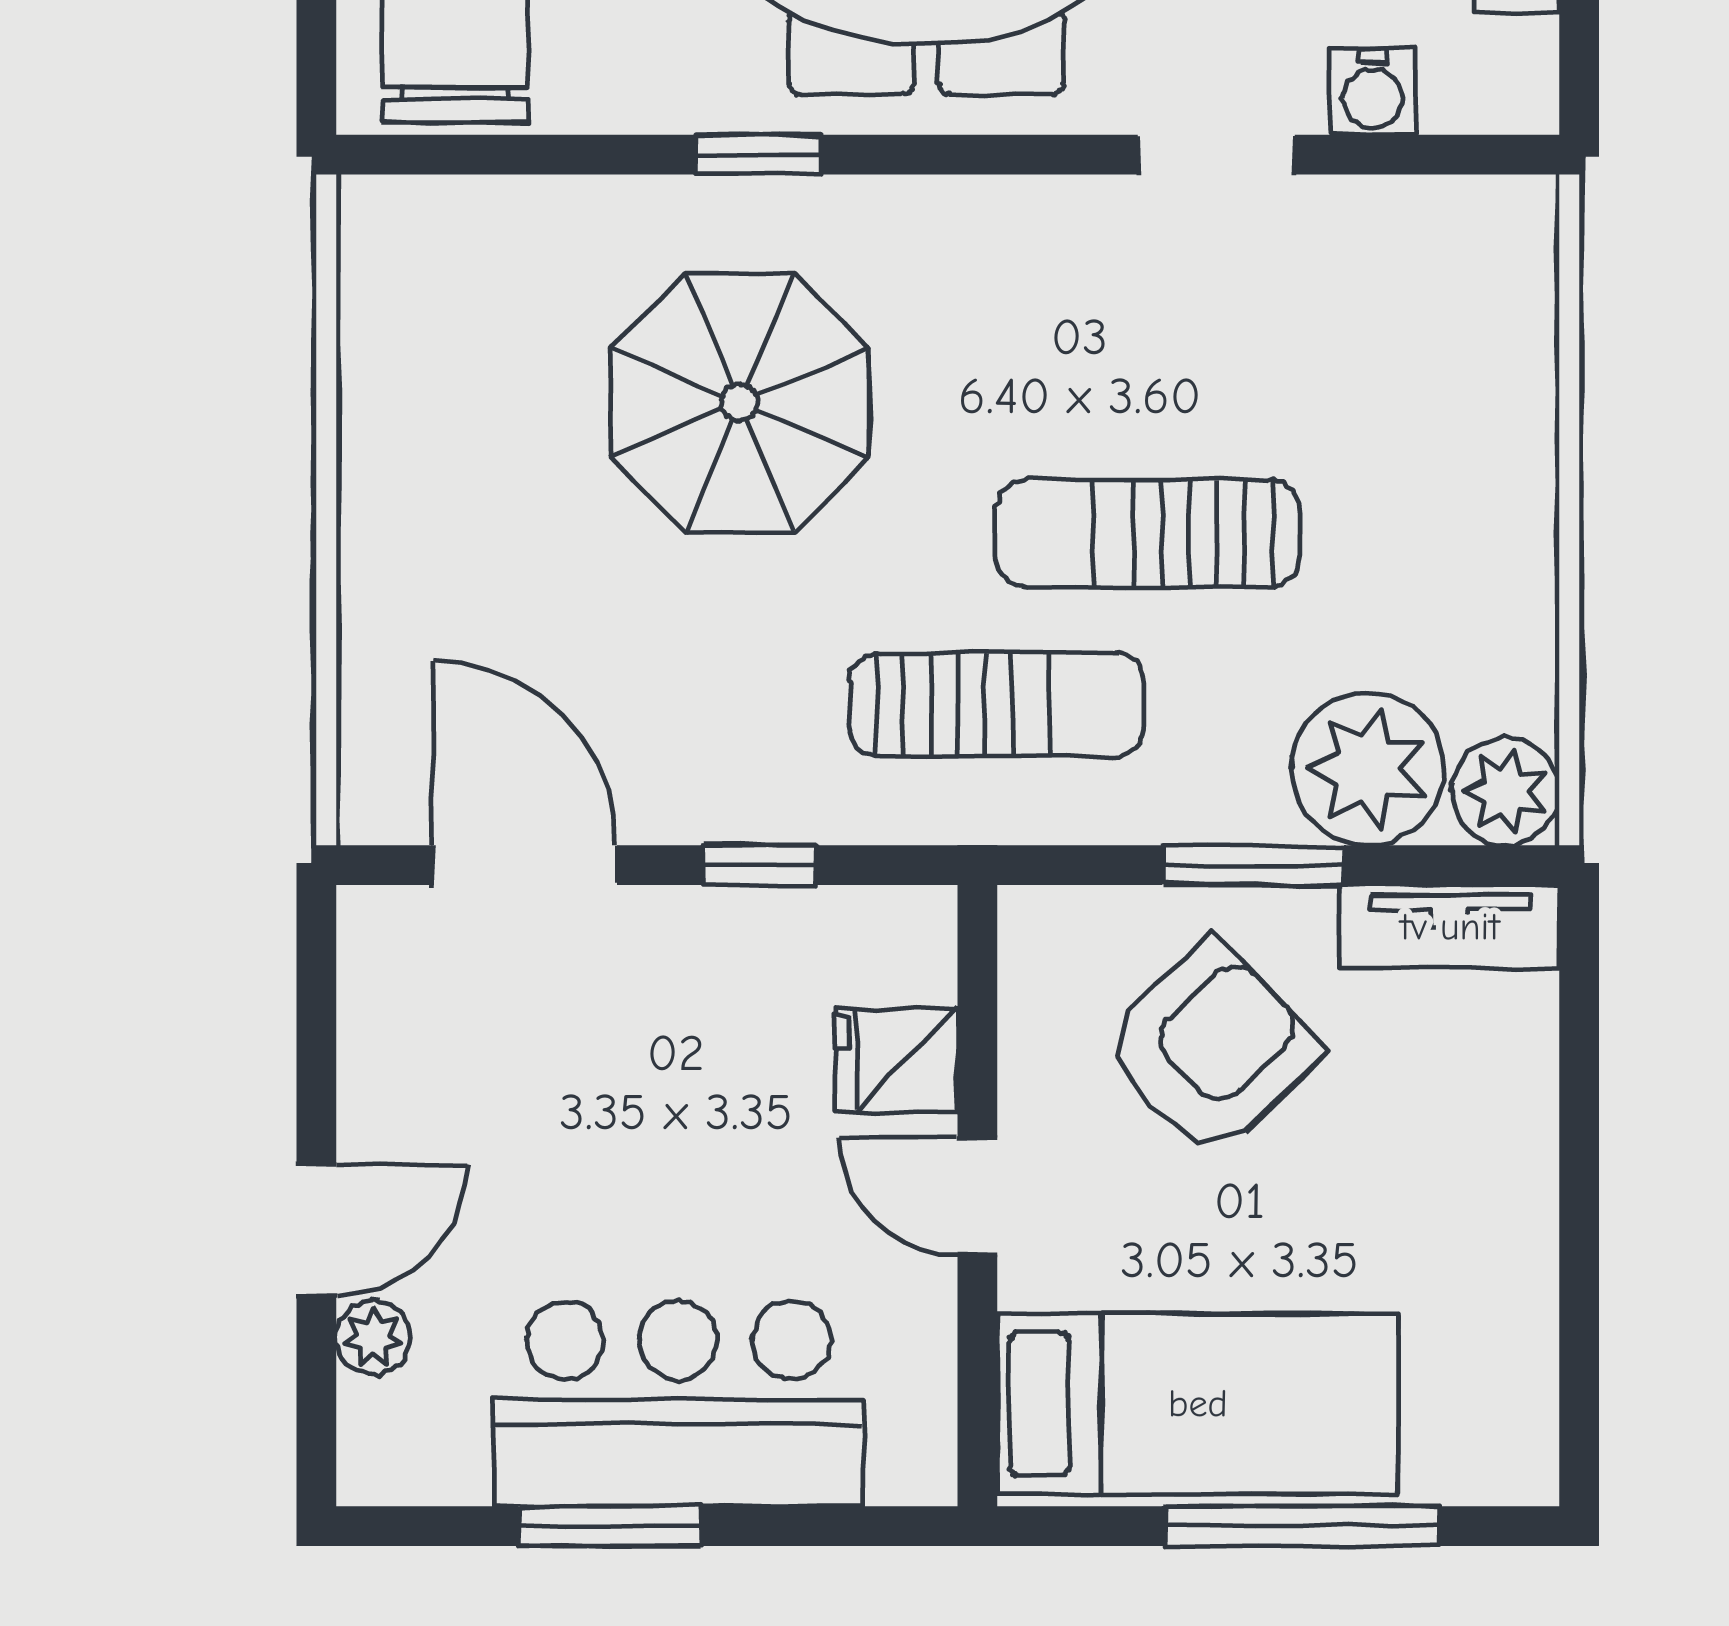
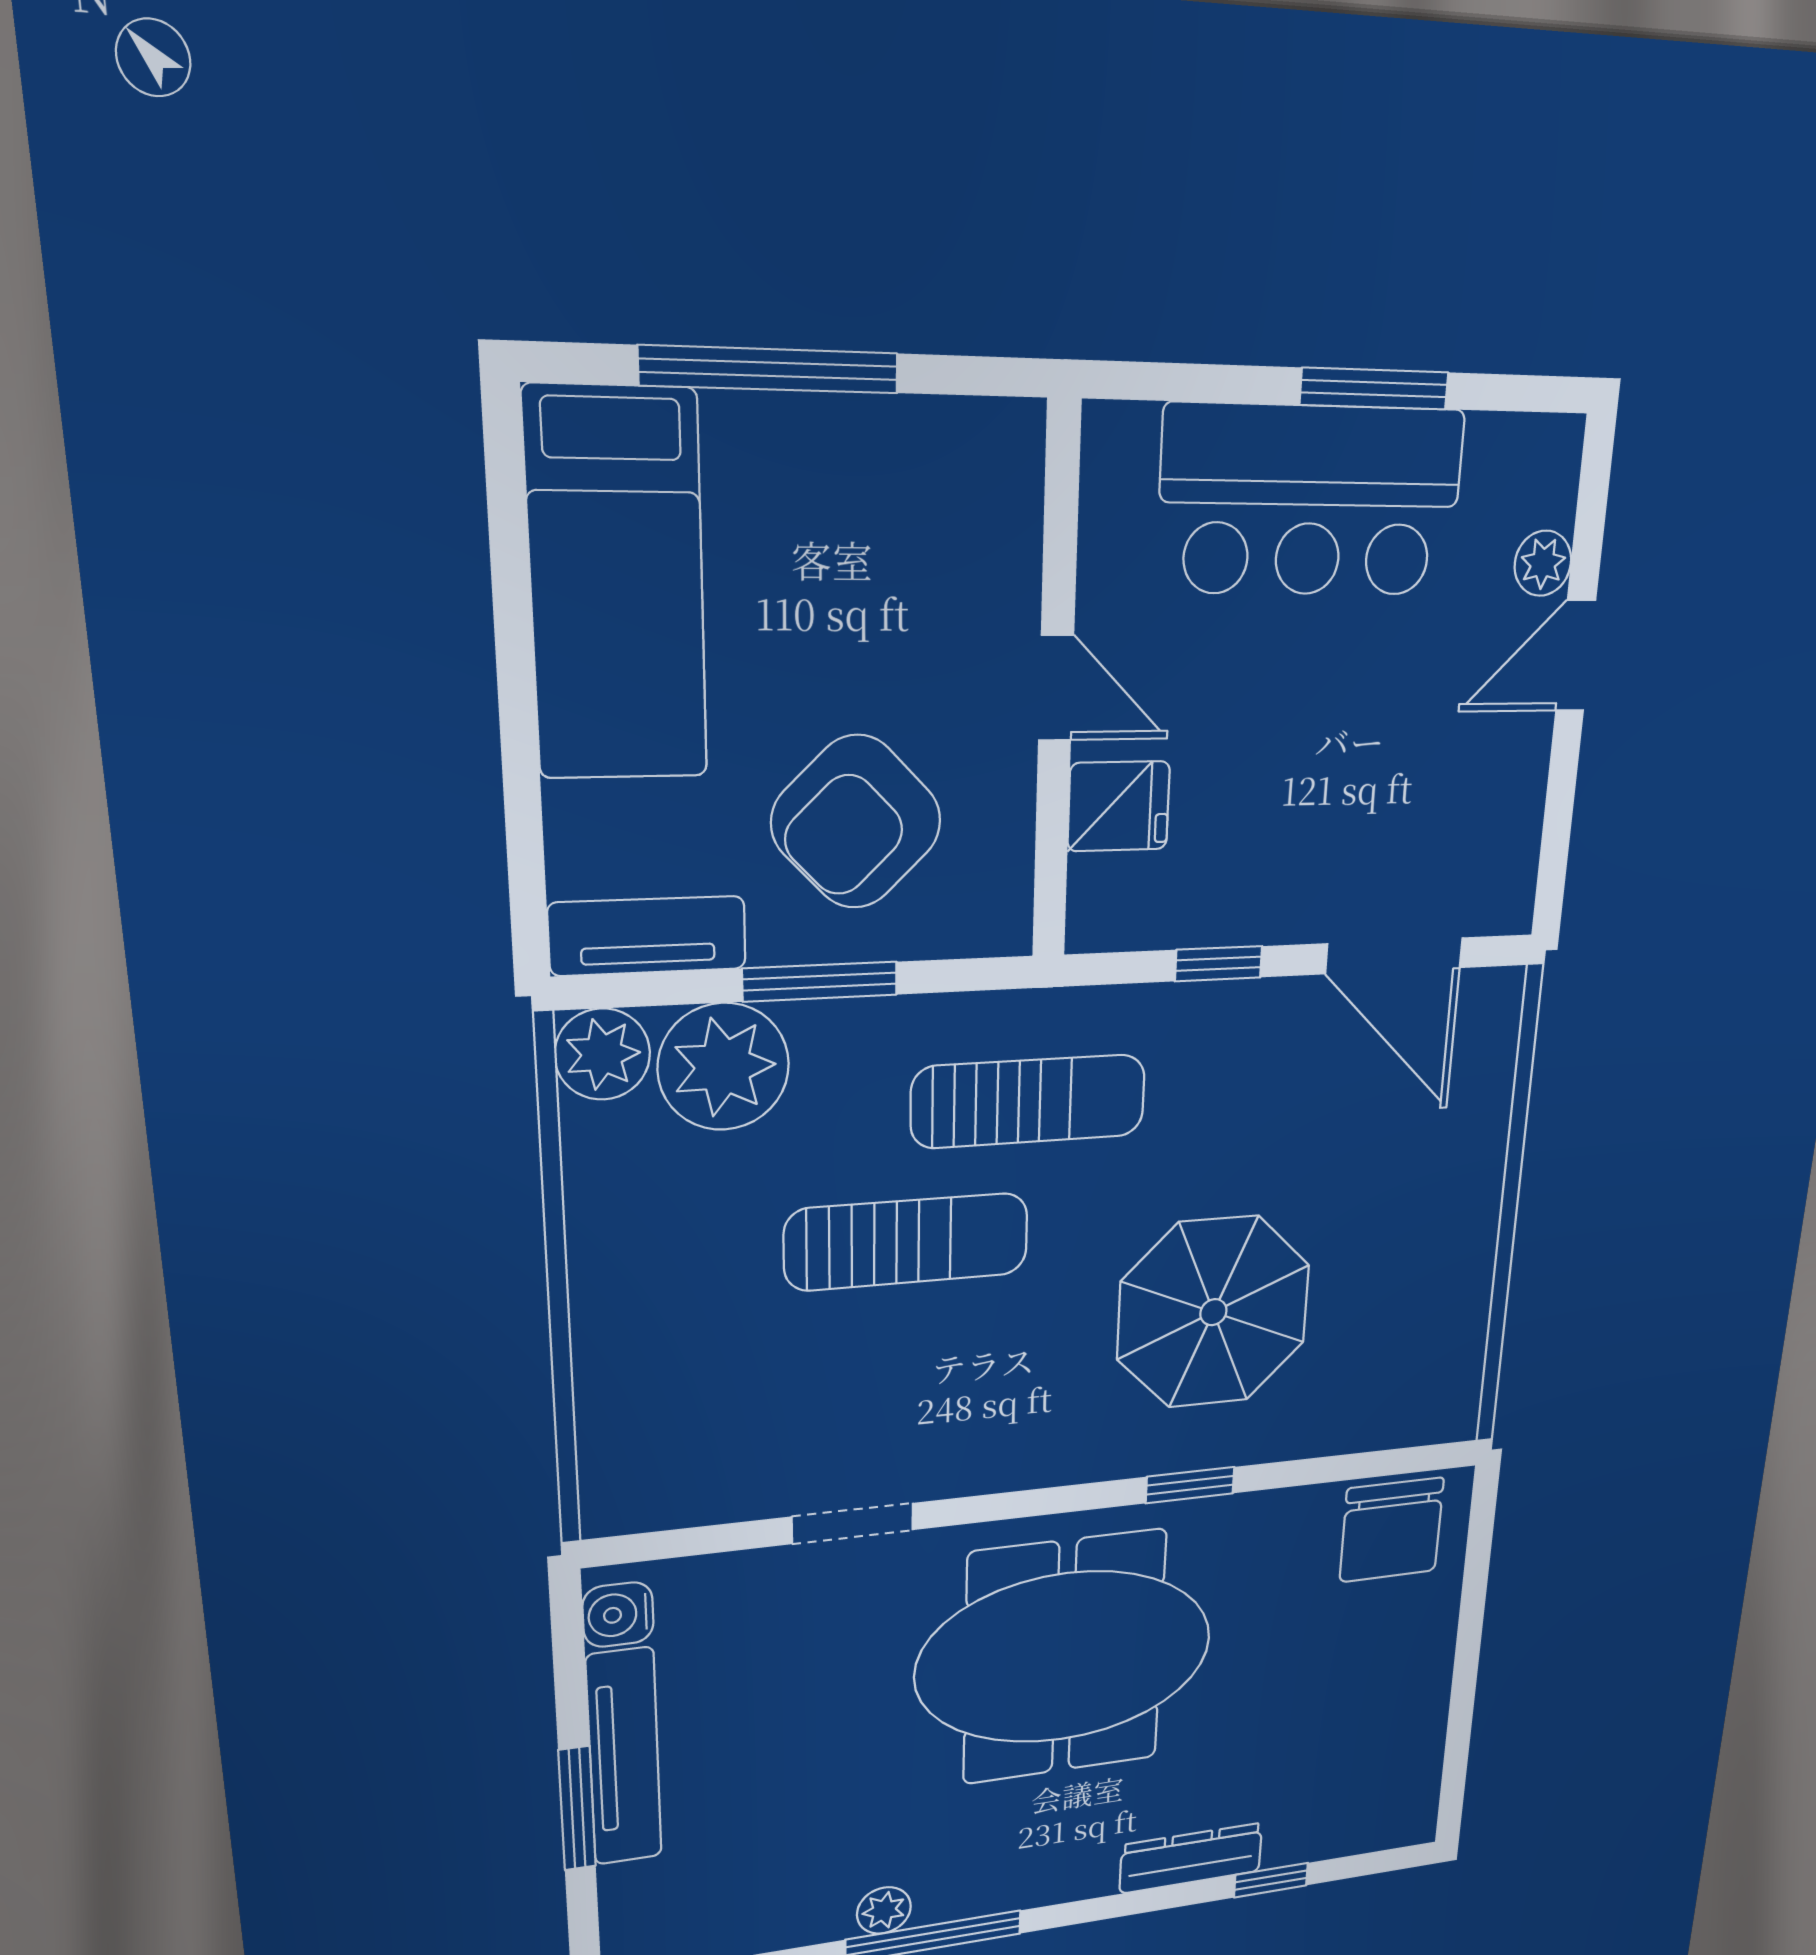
water cooler: (1373, 92) -> (618, 1615), moved, turned -90
sun lounger: (997, 704) -> (1029, 1101), turned 180
bed: (1198, 1404) -> (617, 586), moved, turned -90

